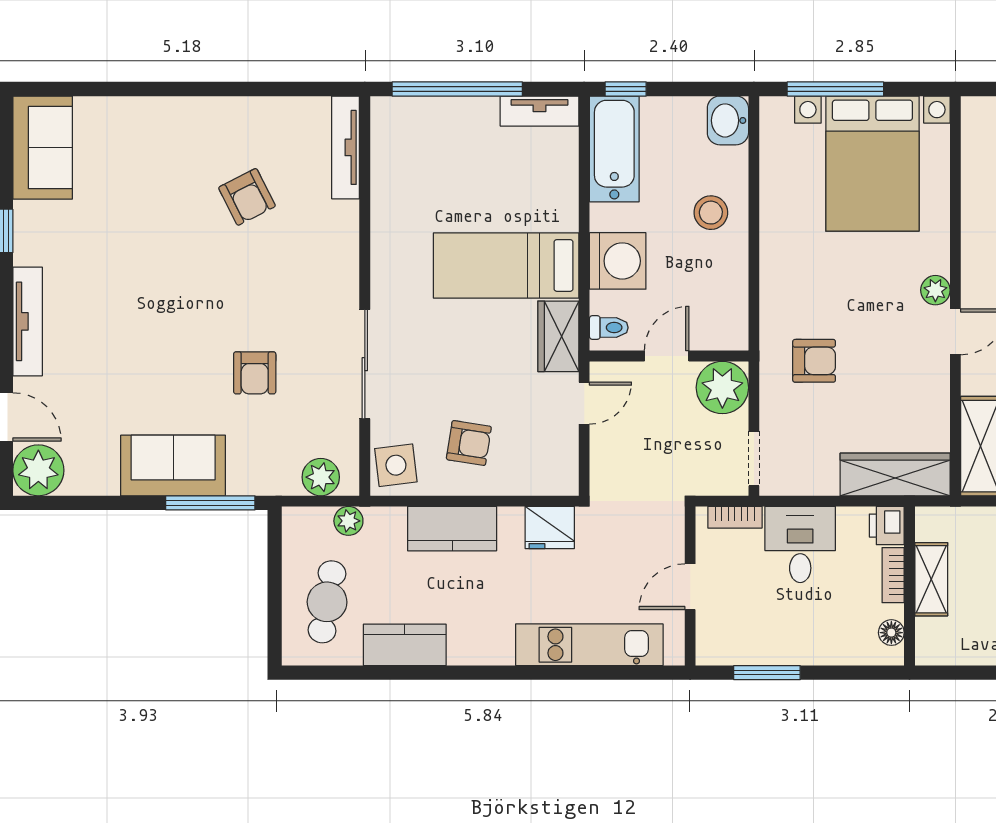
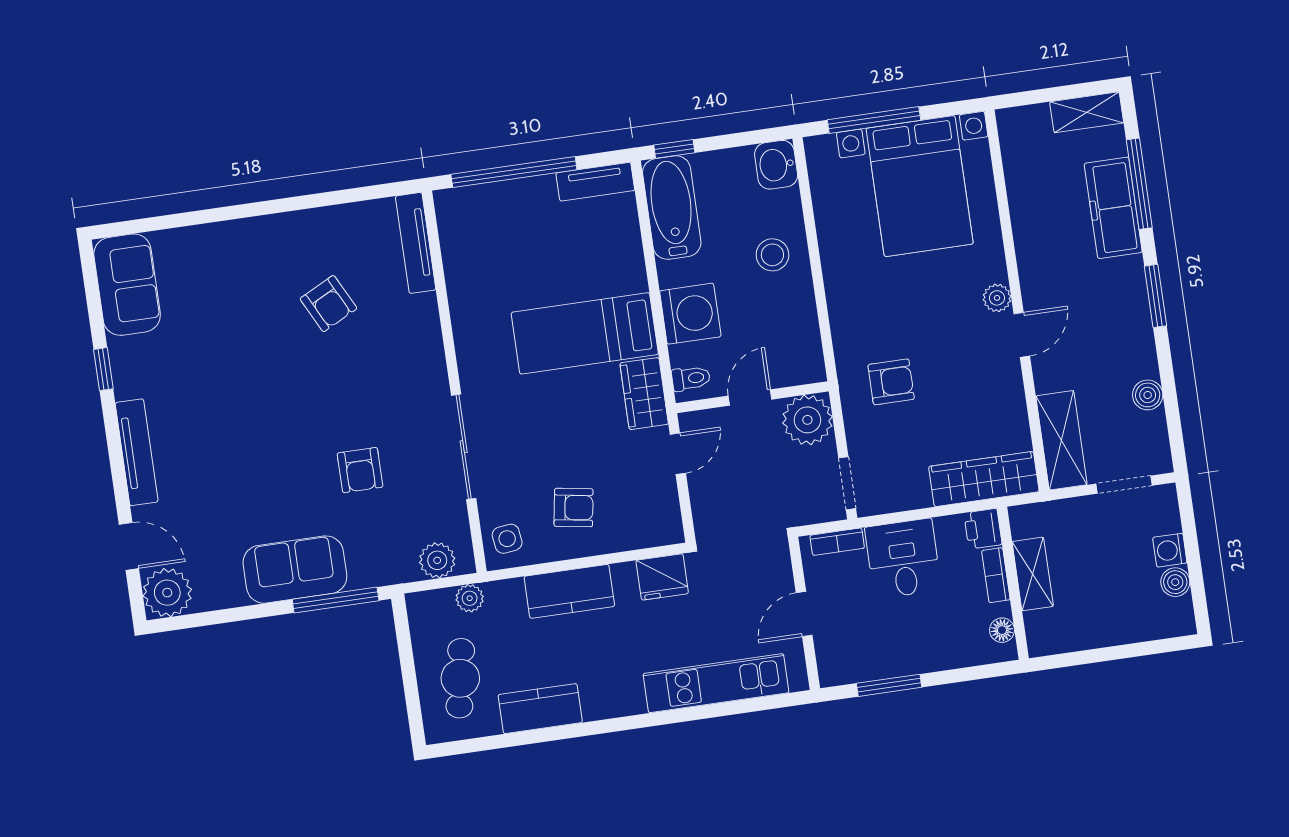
side table: (396, 465) -> (507, 539), width x0.73, depth x0.73

